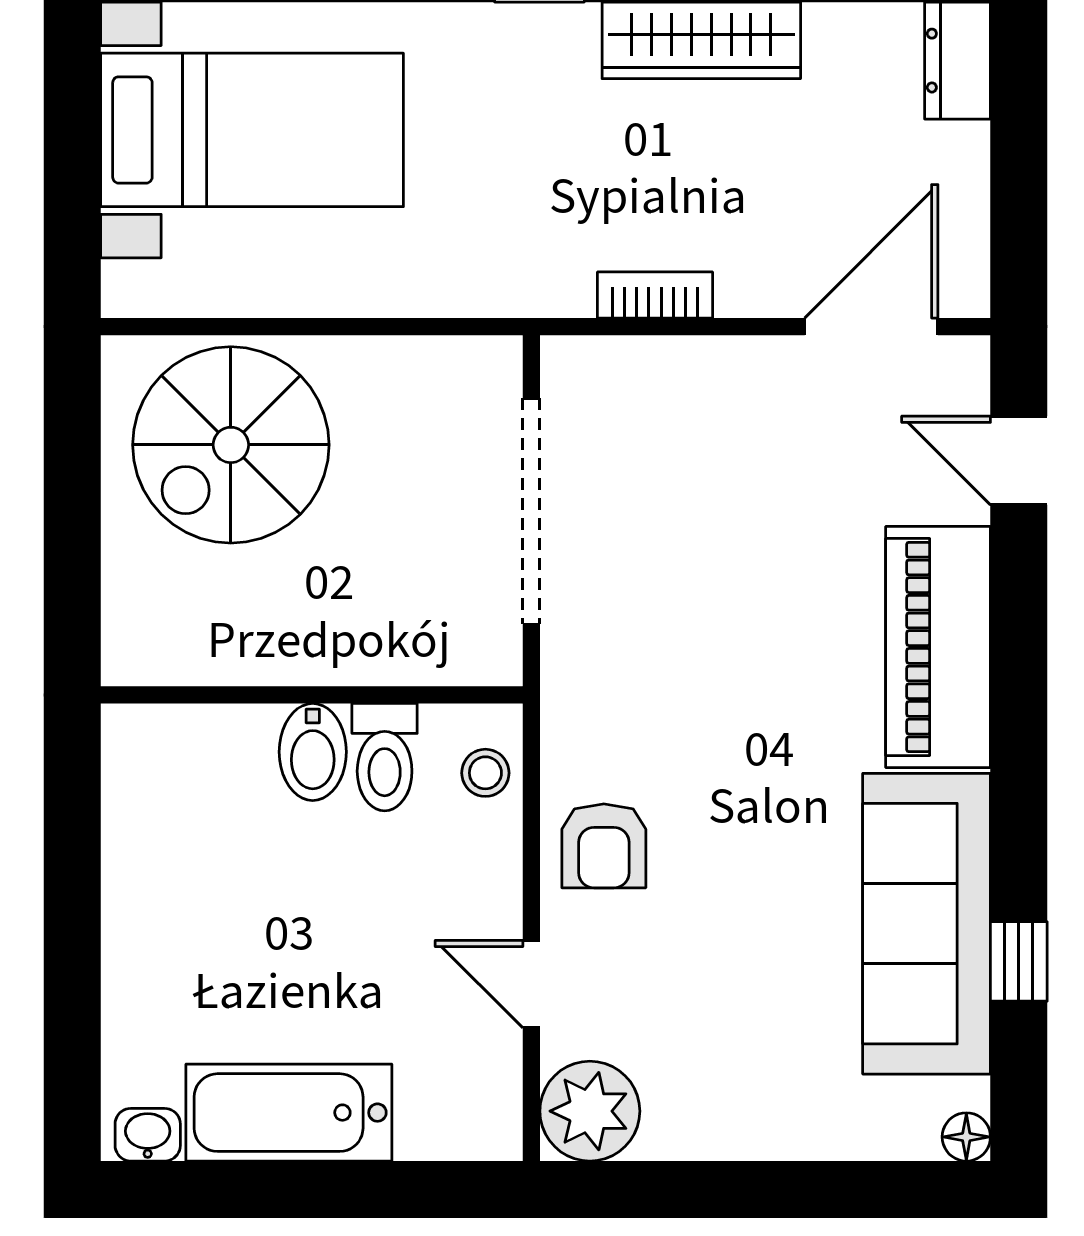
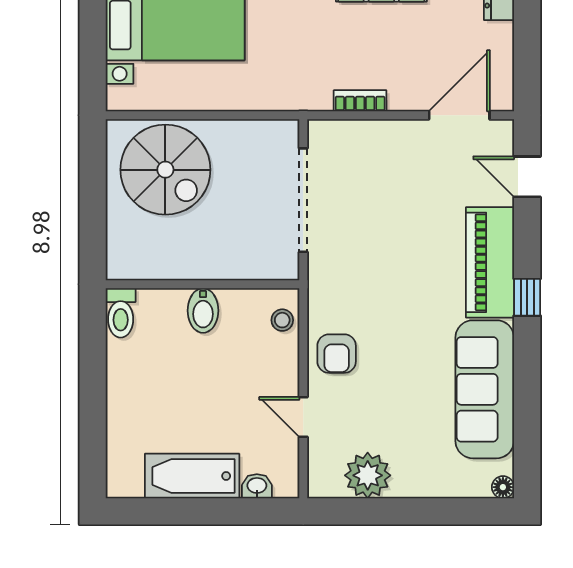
spiral stairs: (231, 445) -> (165, 170), turned -90
toilet: (385, 757) -> (121, 313), moved
window: (1019, 961) -> (527, 297), moved
plant: (590, 1111) -> (368, 475), moved
washbasin: (148, 1135) -> (257, 486), moved

